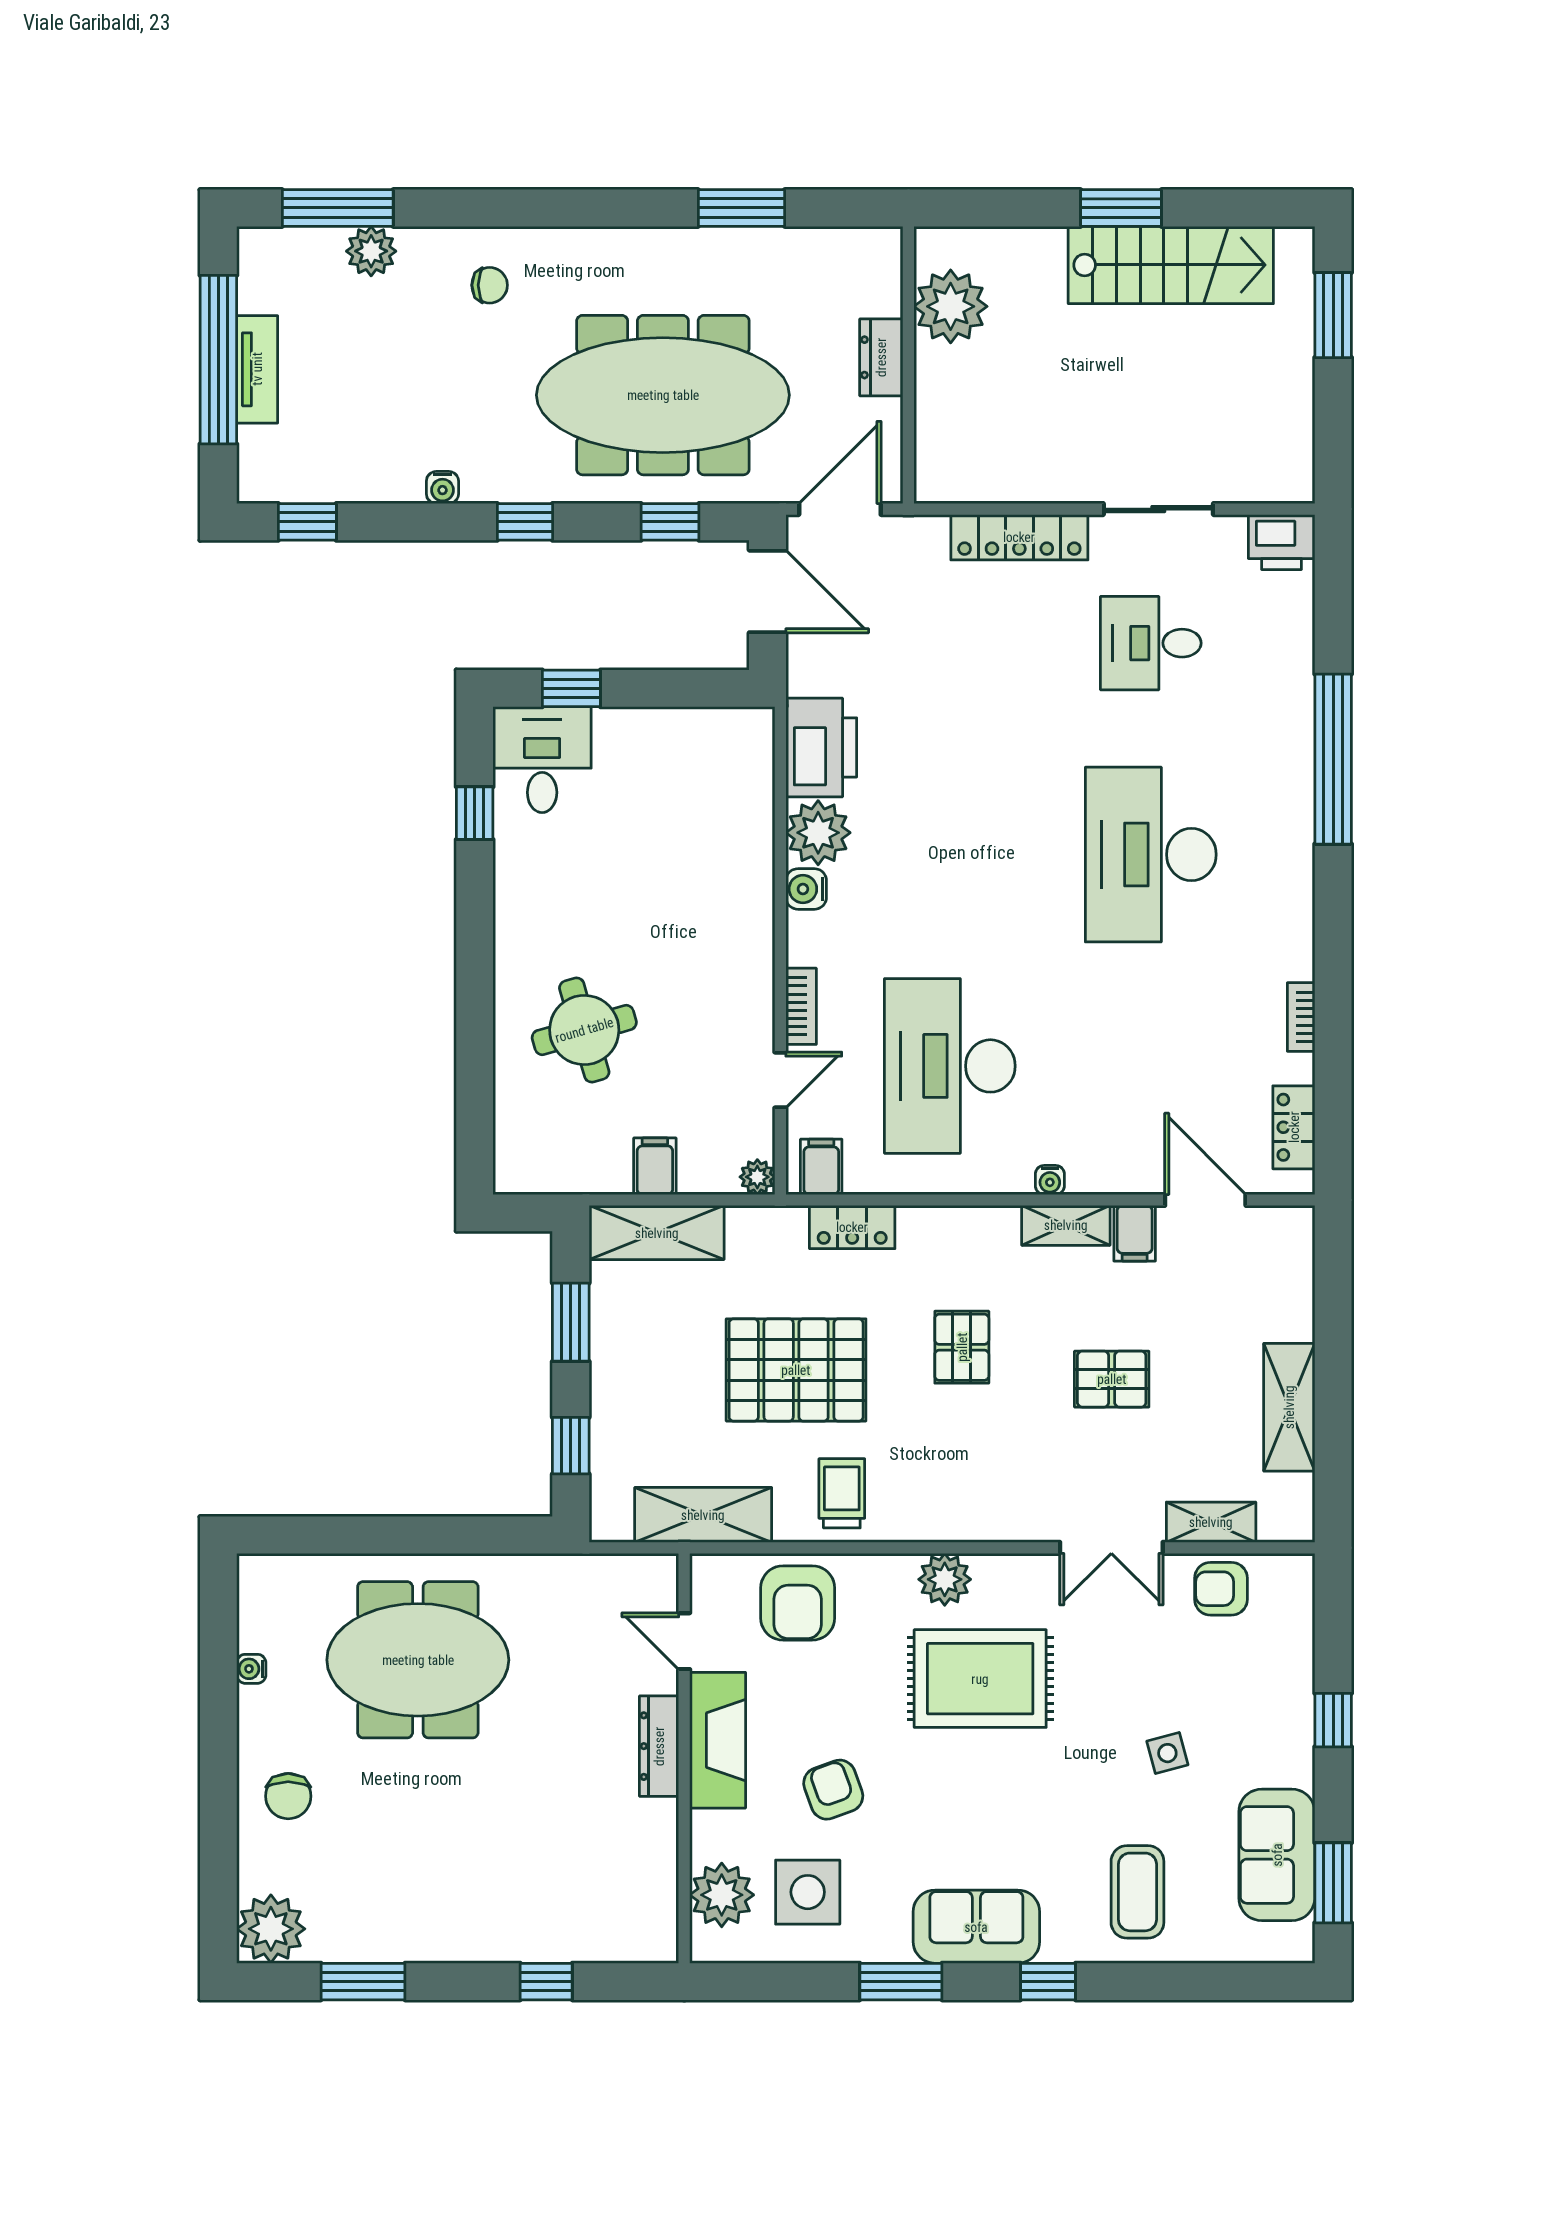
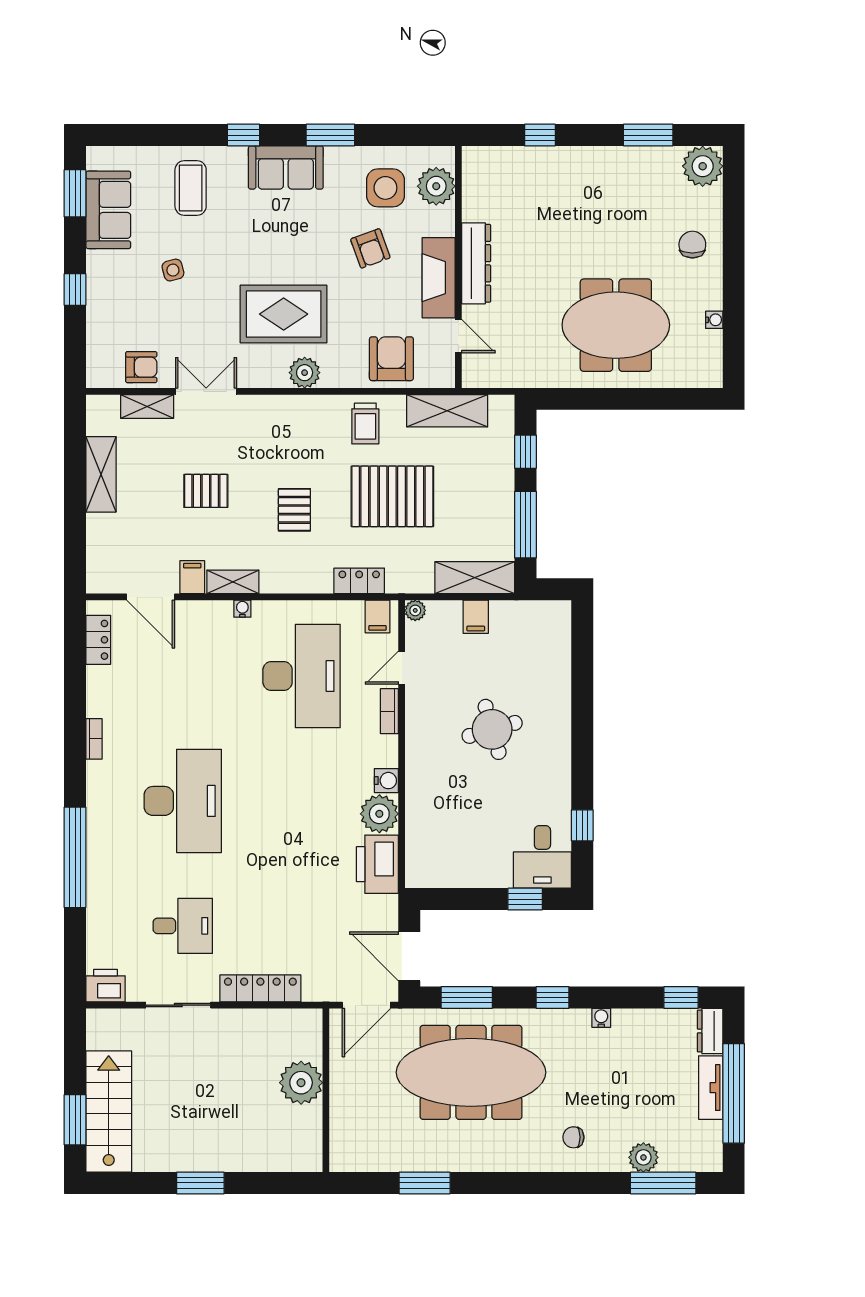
stairs: (1171, 265) -> (109, 1111), moved, turned 90
plant: (951, 306) -> (301, 1083), moved
dresser: (881, 357) -> (710, 1031), moved, turned 180
window: (670, 522) -> (467, 997), width x1.50
bookcase: (1301, 1017) -> (94, 739), moved
round table: (584, 1030) -> (492, 729), moved
window: (571, 1322) -> (525, 525), width x1.44
dresser: (659, 1746) -> (476, 263), width x1.37, depth x1.24

